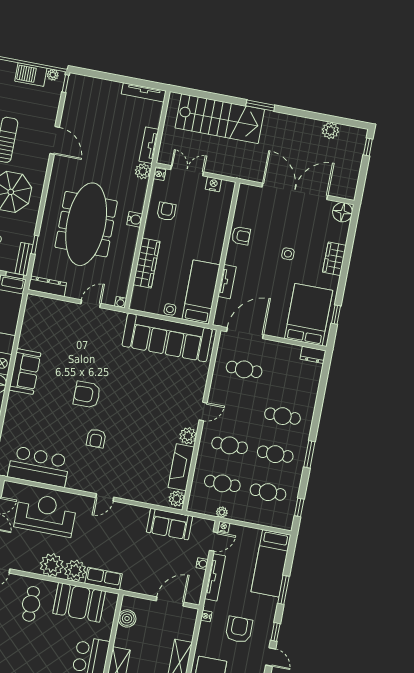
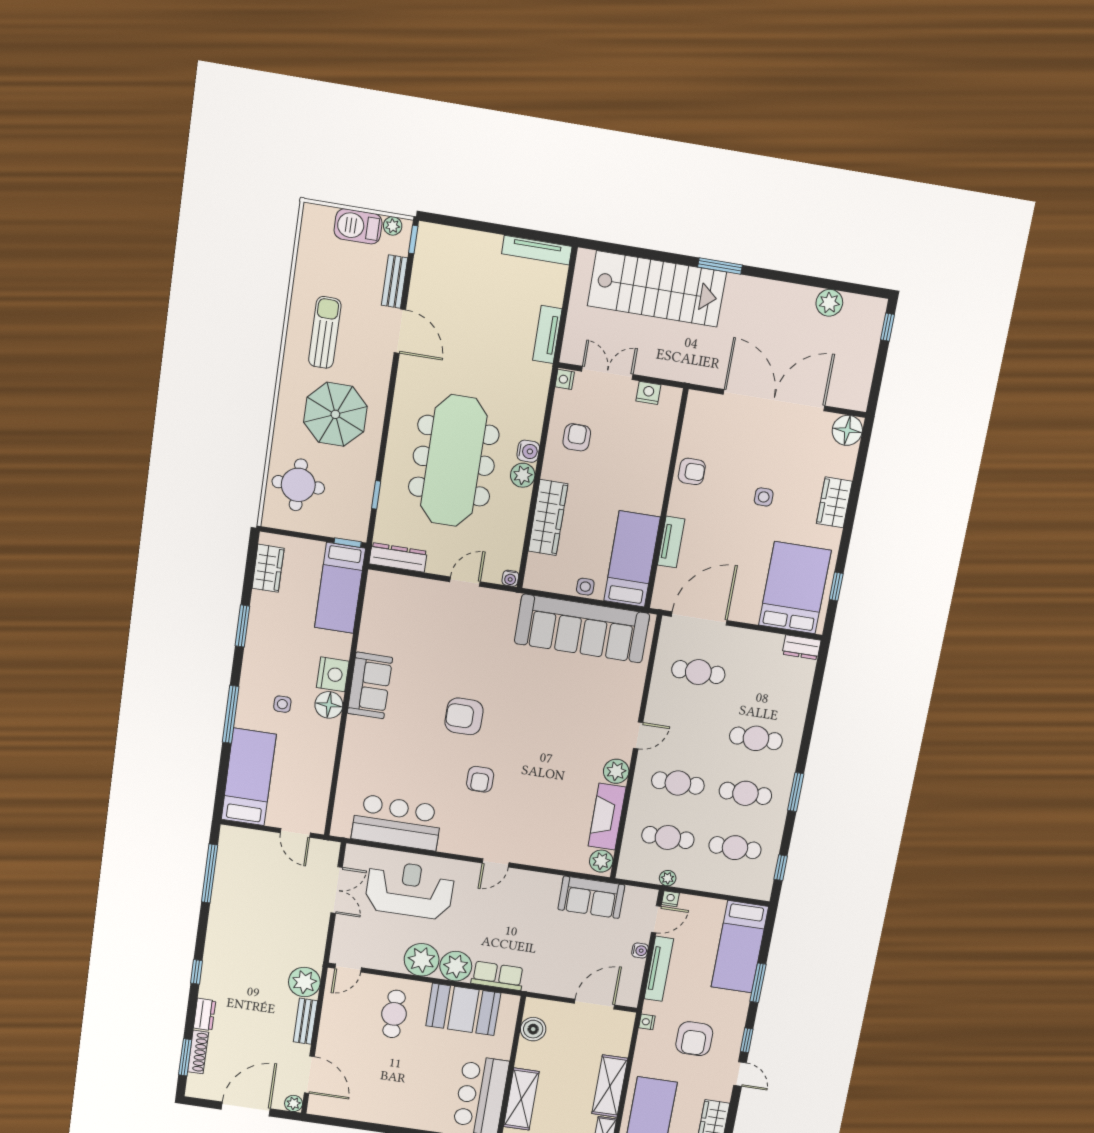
plant: (143, 171) -> (523, 475), moved
bench: (24, 259) -> (395, 282), moved
armchair: (239, 630) -> (694, 1039), turned 180

